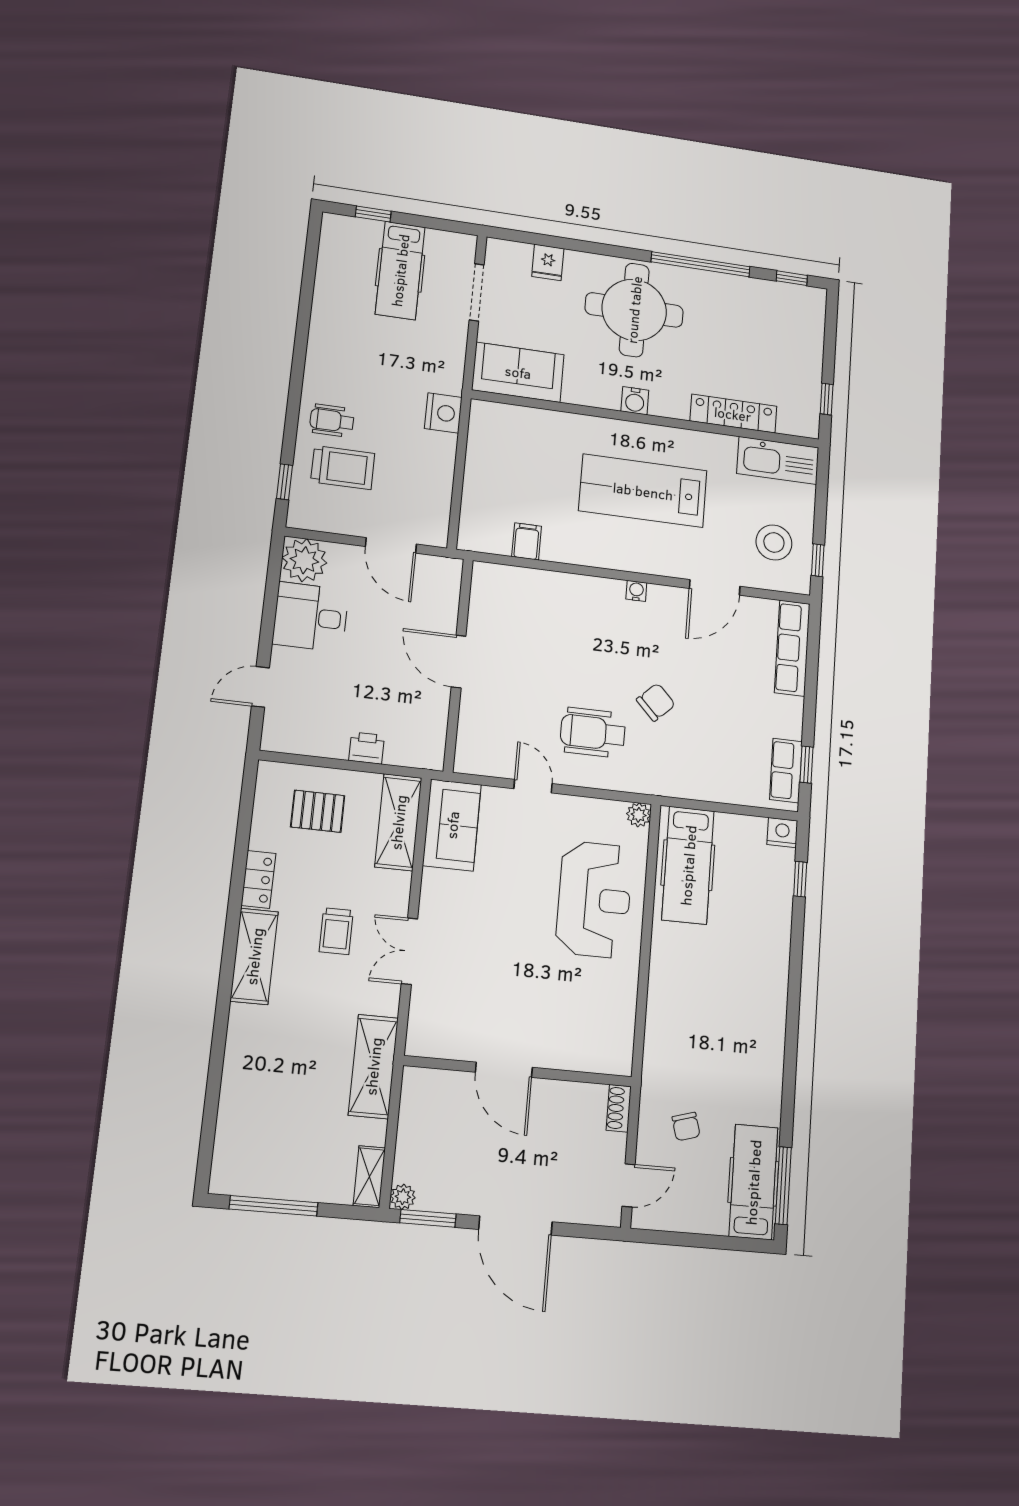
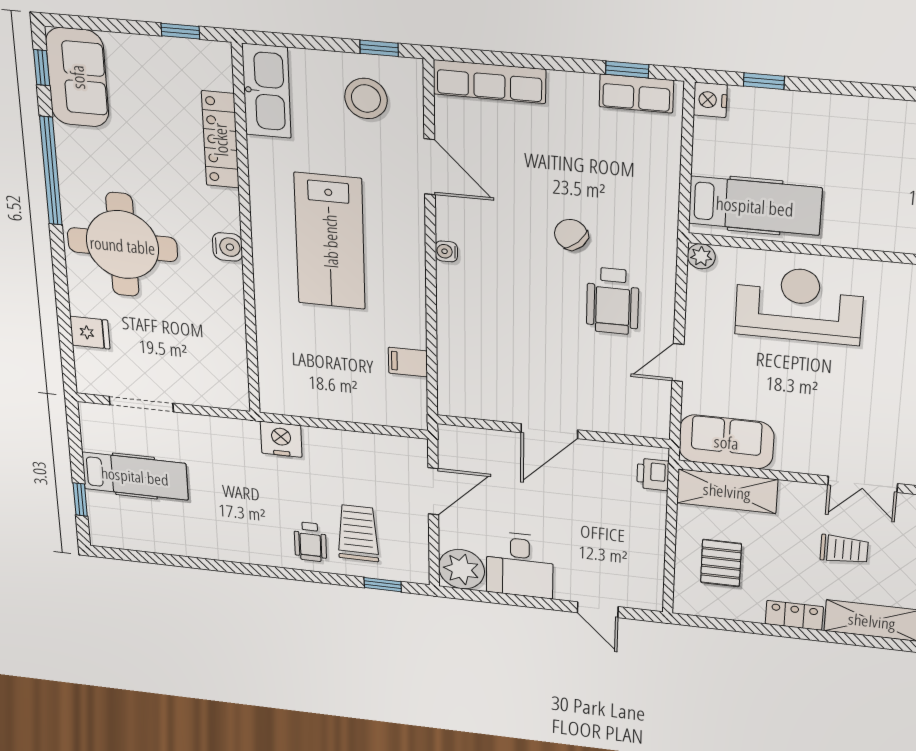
sofa: (518, 372) -> (77, 77), moved, turned 180
printer: (367, 748) -> (653, 474), moved

